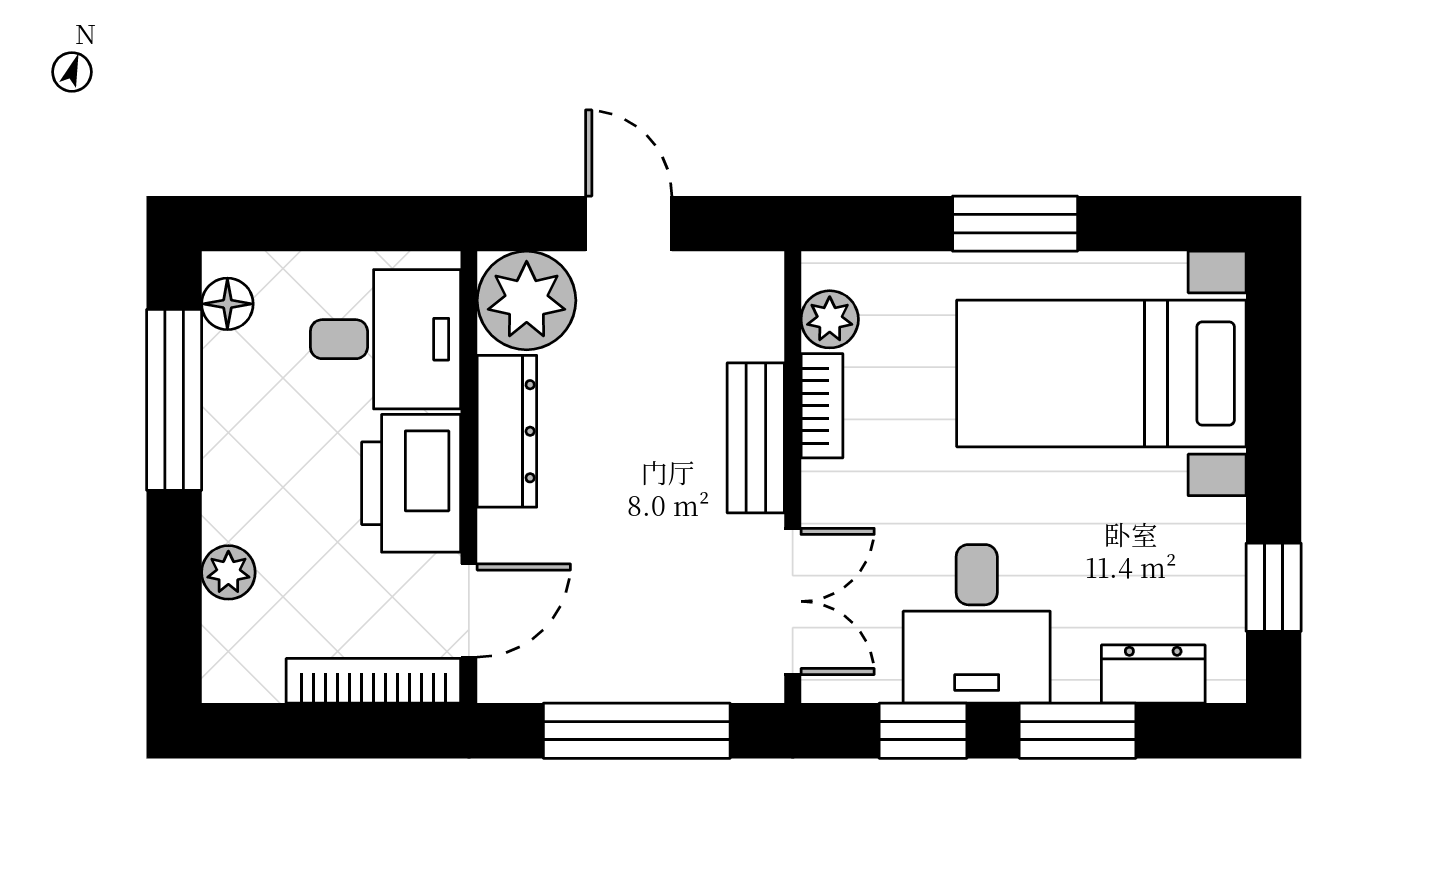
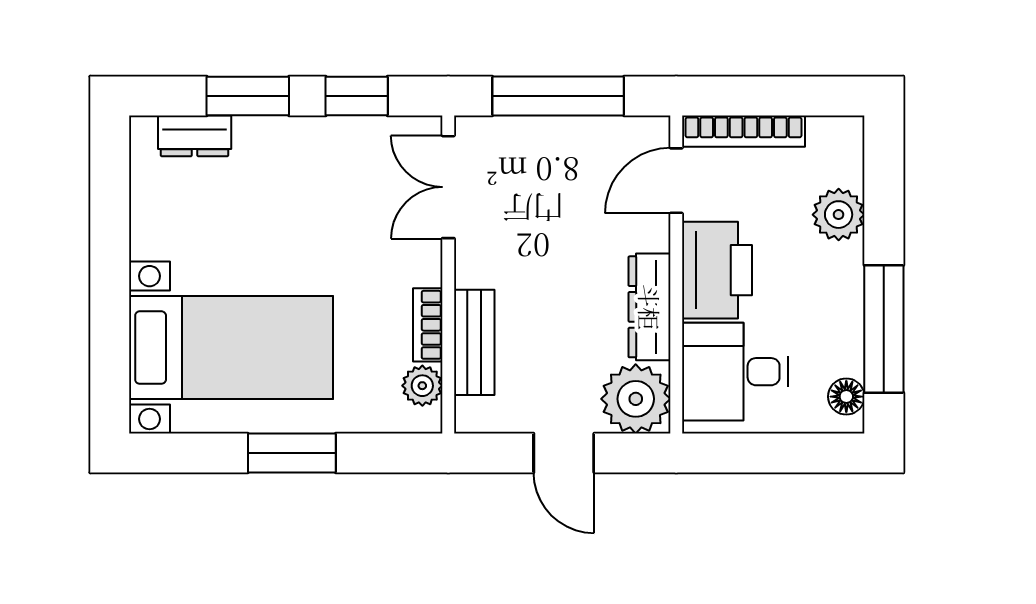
bench: (756, 438) -> (474, 342), moved
plant: (228, 572) -> (839, 215), width x1.38, depth x1.38
window: (1274, 587) -> (110, 197), removed
desk: (977, 624) -> (319, 171), removed

